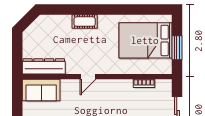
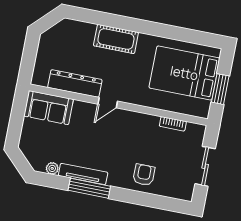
cot: (85, 22) -> (116, 39), width x1.37, depth x1.34
dresser: (44, 66) -> (75, 84), moved

